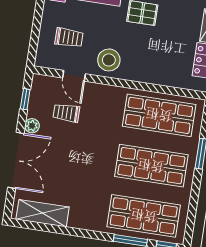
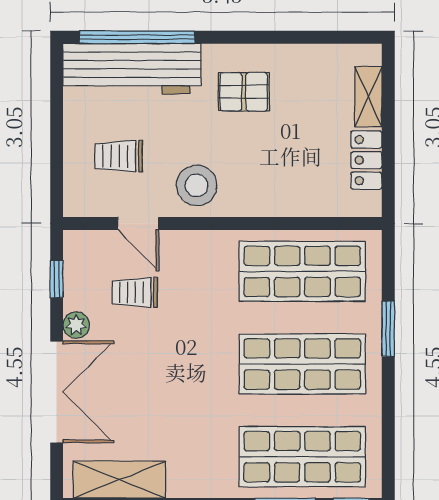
trolley: (69, 38) -> (118, 156), turned 180

